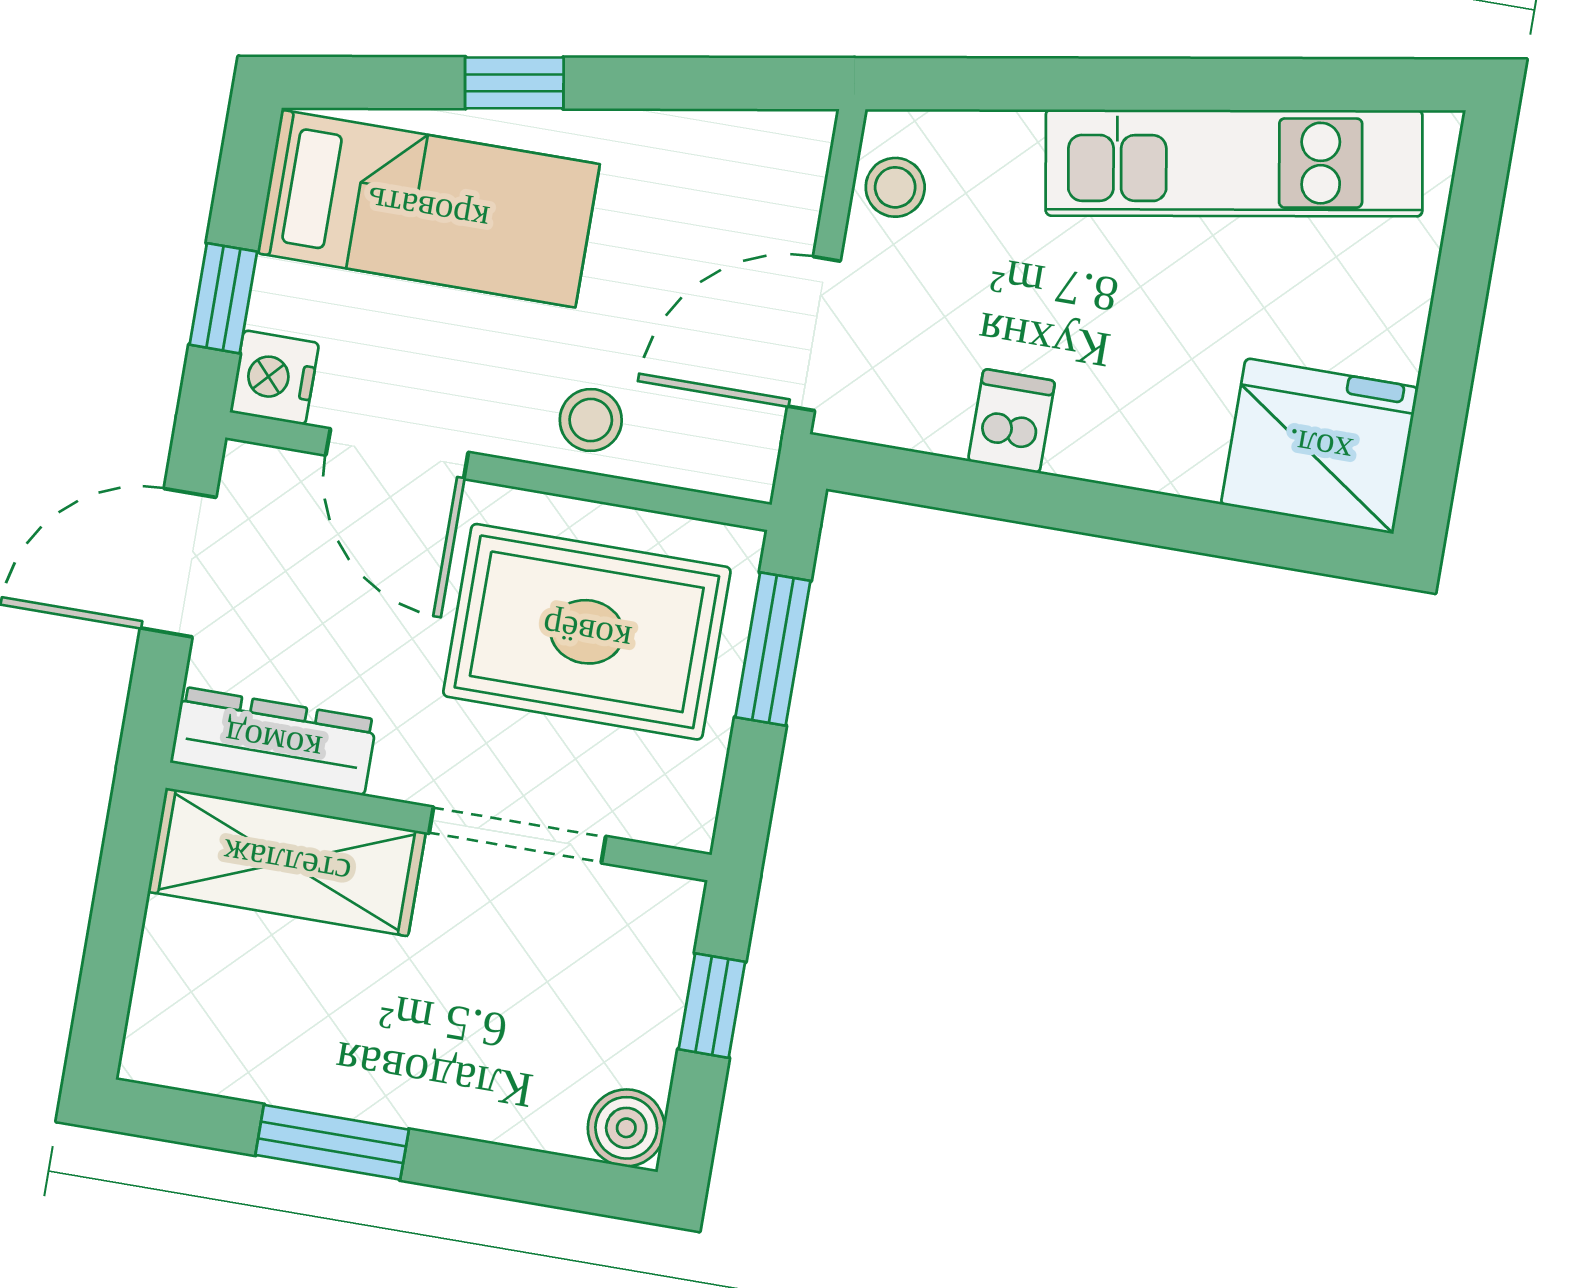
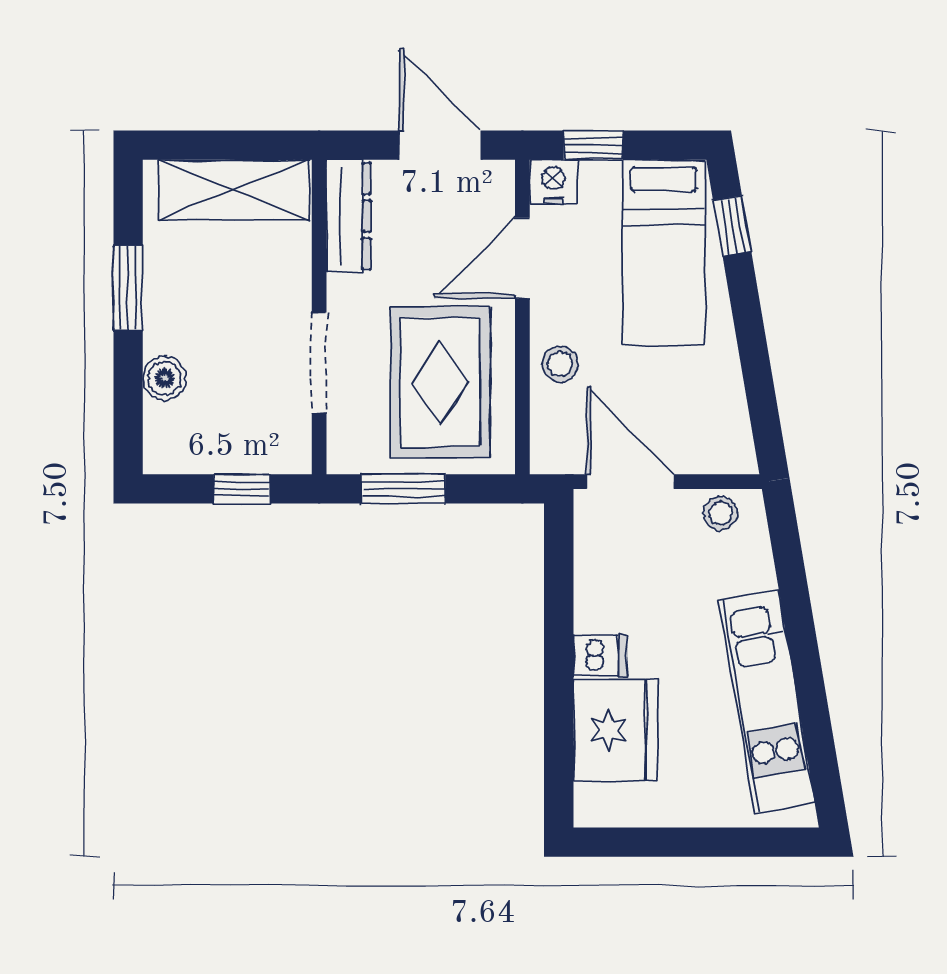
window: (514, 83) -> (732, 226), moved
dishwasher: (1011, 421) -> (600, 656), moved
fridge: (1320, 446) -> (616, 730), moved
window: (773, 649) -> (403, 489), moved
shelving: (287, 862) -> (234, 190), moved, turned 90
boiler: (626, 1128) -> (165, 378), moved

